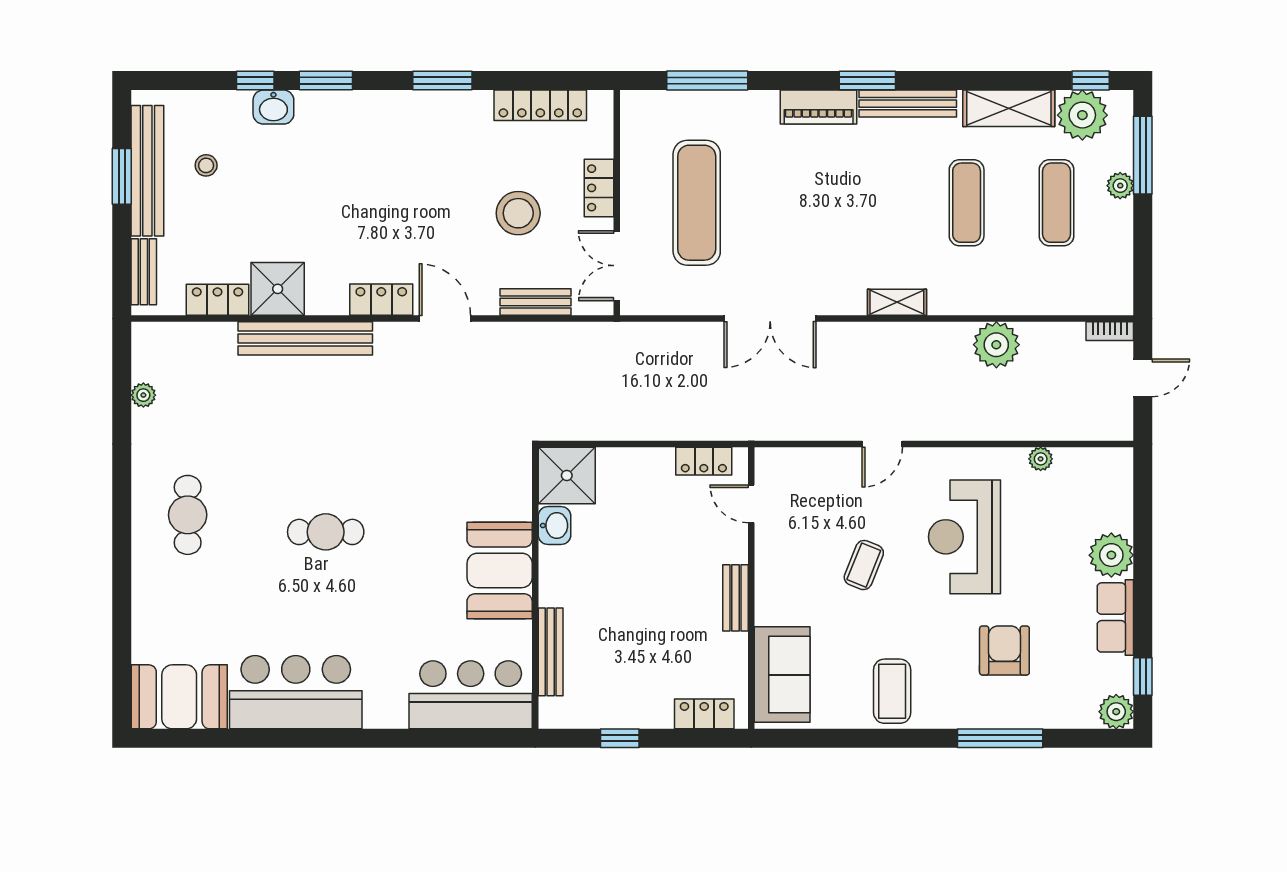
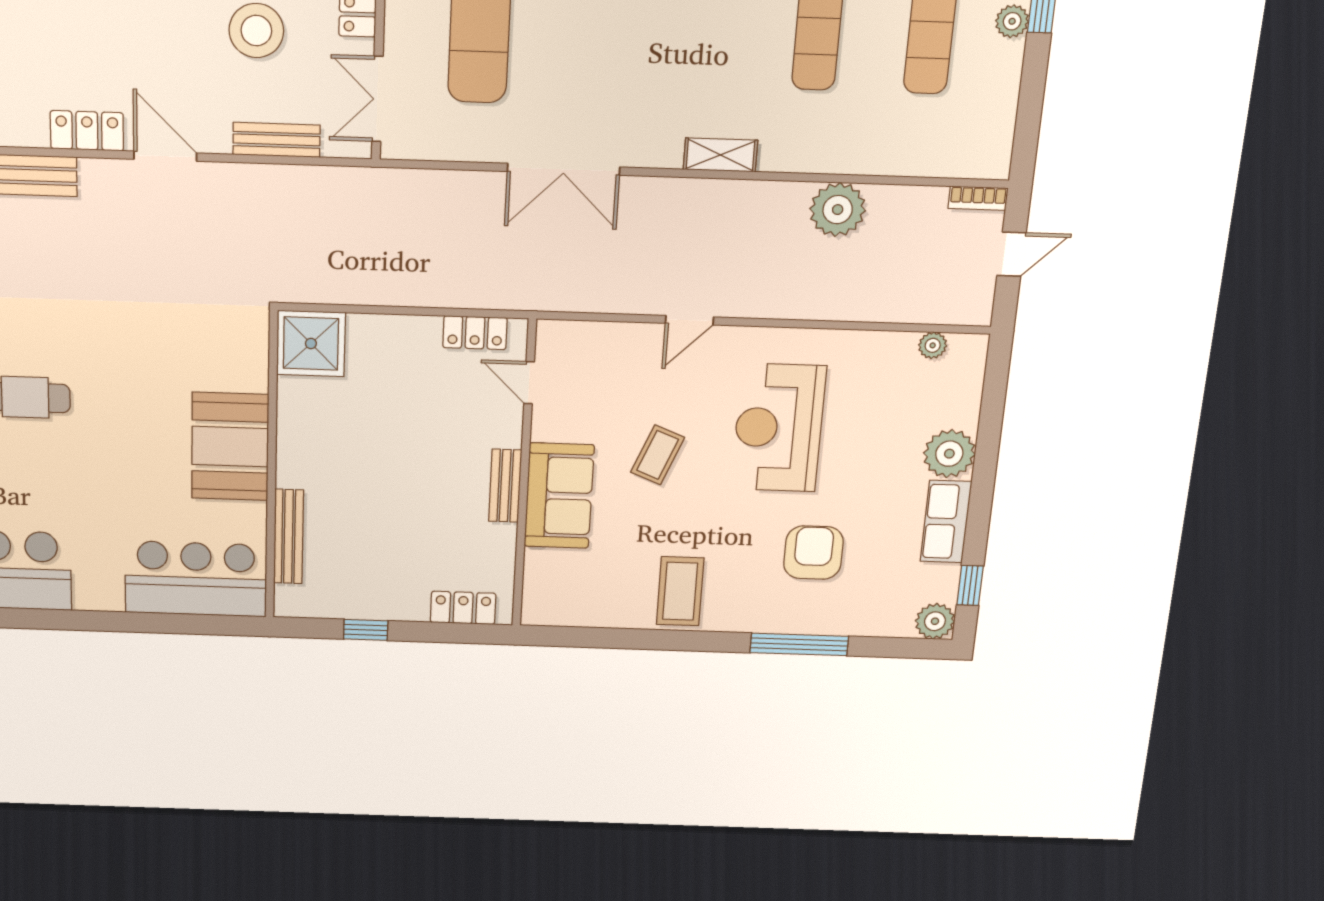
plant: (1041, 459) -> (933, 345), moved
washbasin: (554, 526) -> (295, 399), removed
sofa: (782, 675) -> (559, 496), moved

